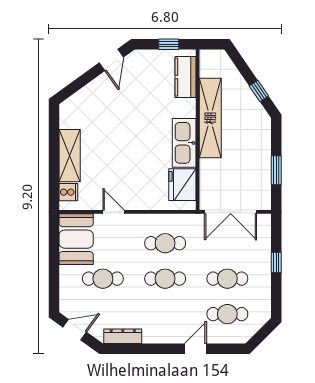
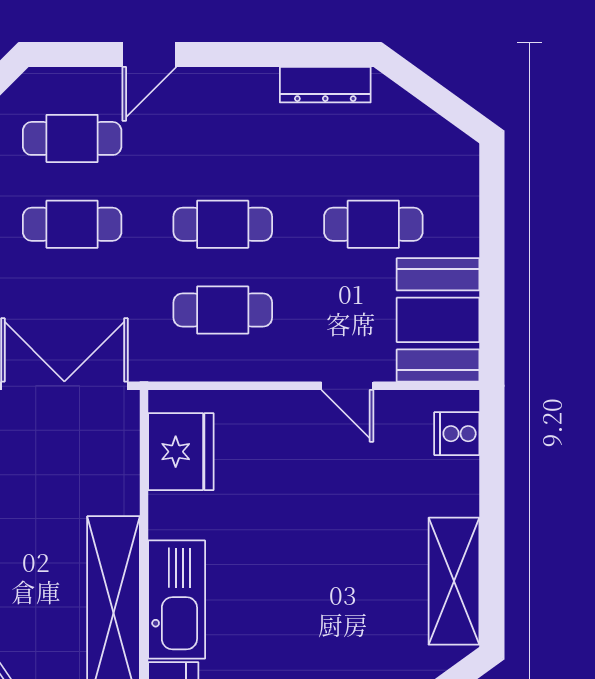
kitchen sink: (184, 143) -> (177, 600), moved
shelving: (70, 156) -> (454, 581), moved
door: (75, 330) -> (442, 101), removed

